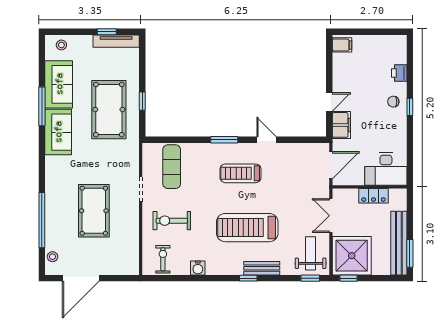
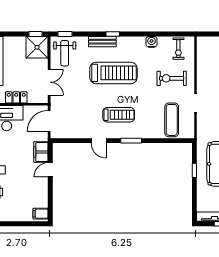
exercise bike: (172, 221) -> (172, 78), turned 180
shower: (352, 256) -> (37, 47), width x0.73, depth x0.73

